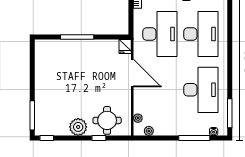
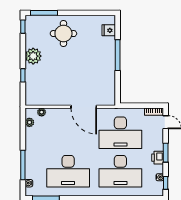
fridge: (125, 46) -> (109, 30), moved
door: (132, 73) -> (84, 107), hinge flipped
round table: (107, 120) -> (63, 34), moved

